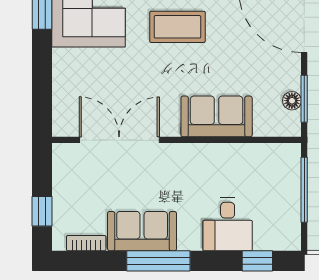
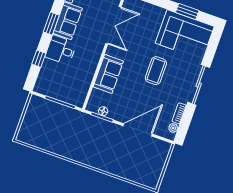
desk: (228, 224) -> (61, 50), moved
window: (158, 261) -> (51, 23), width x0.69
window: (257, 261) -> (39, 59), moved

